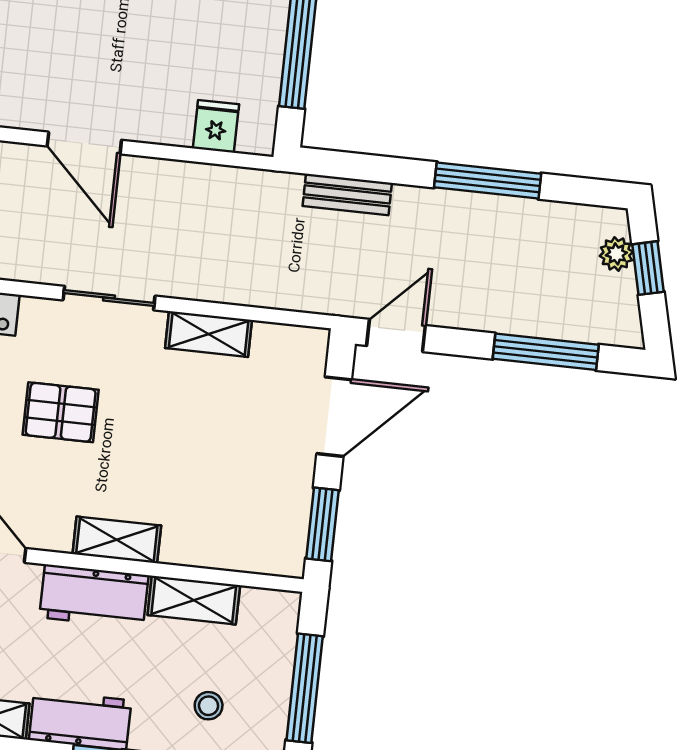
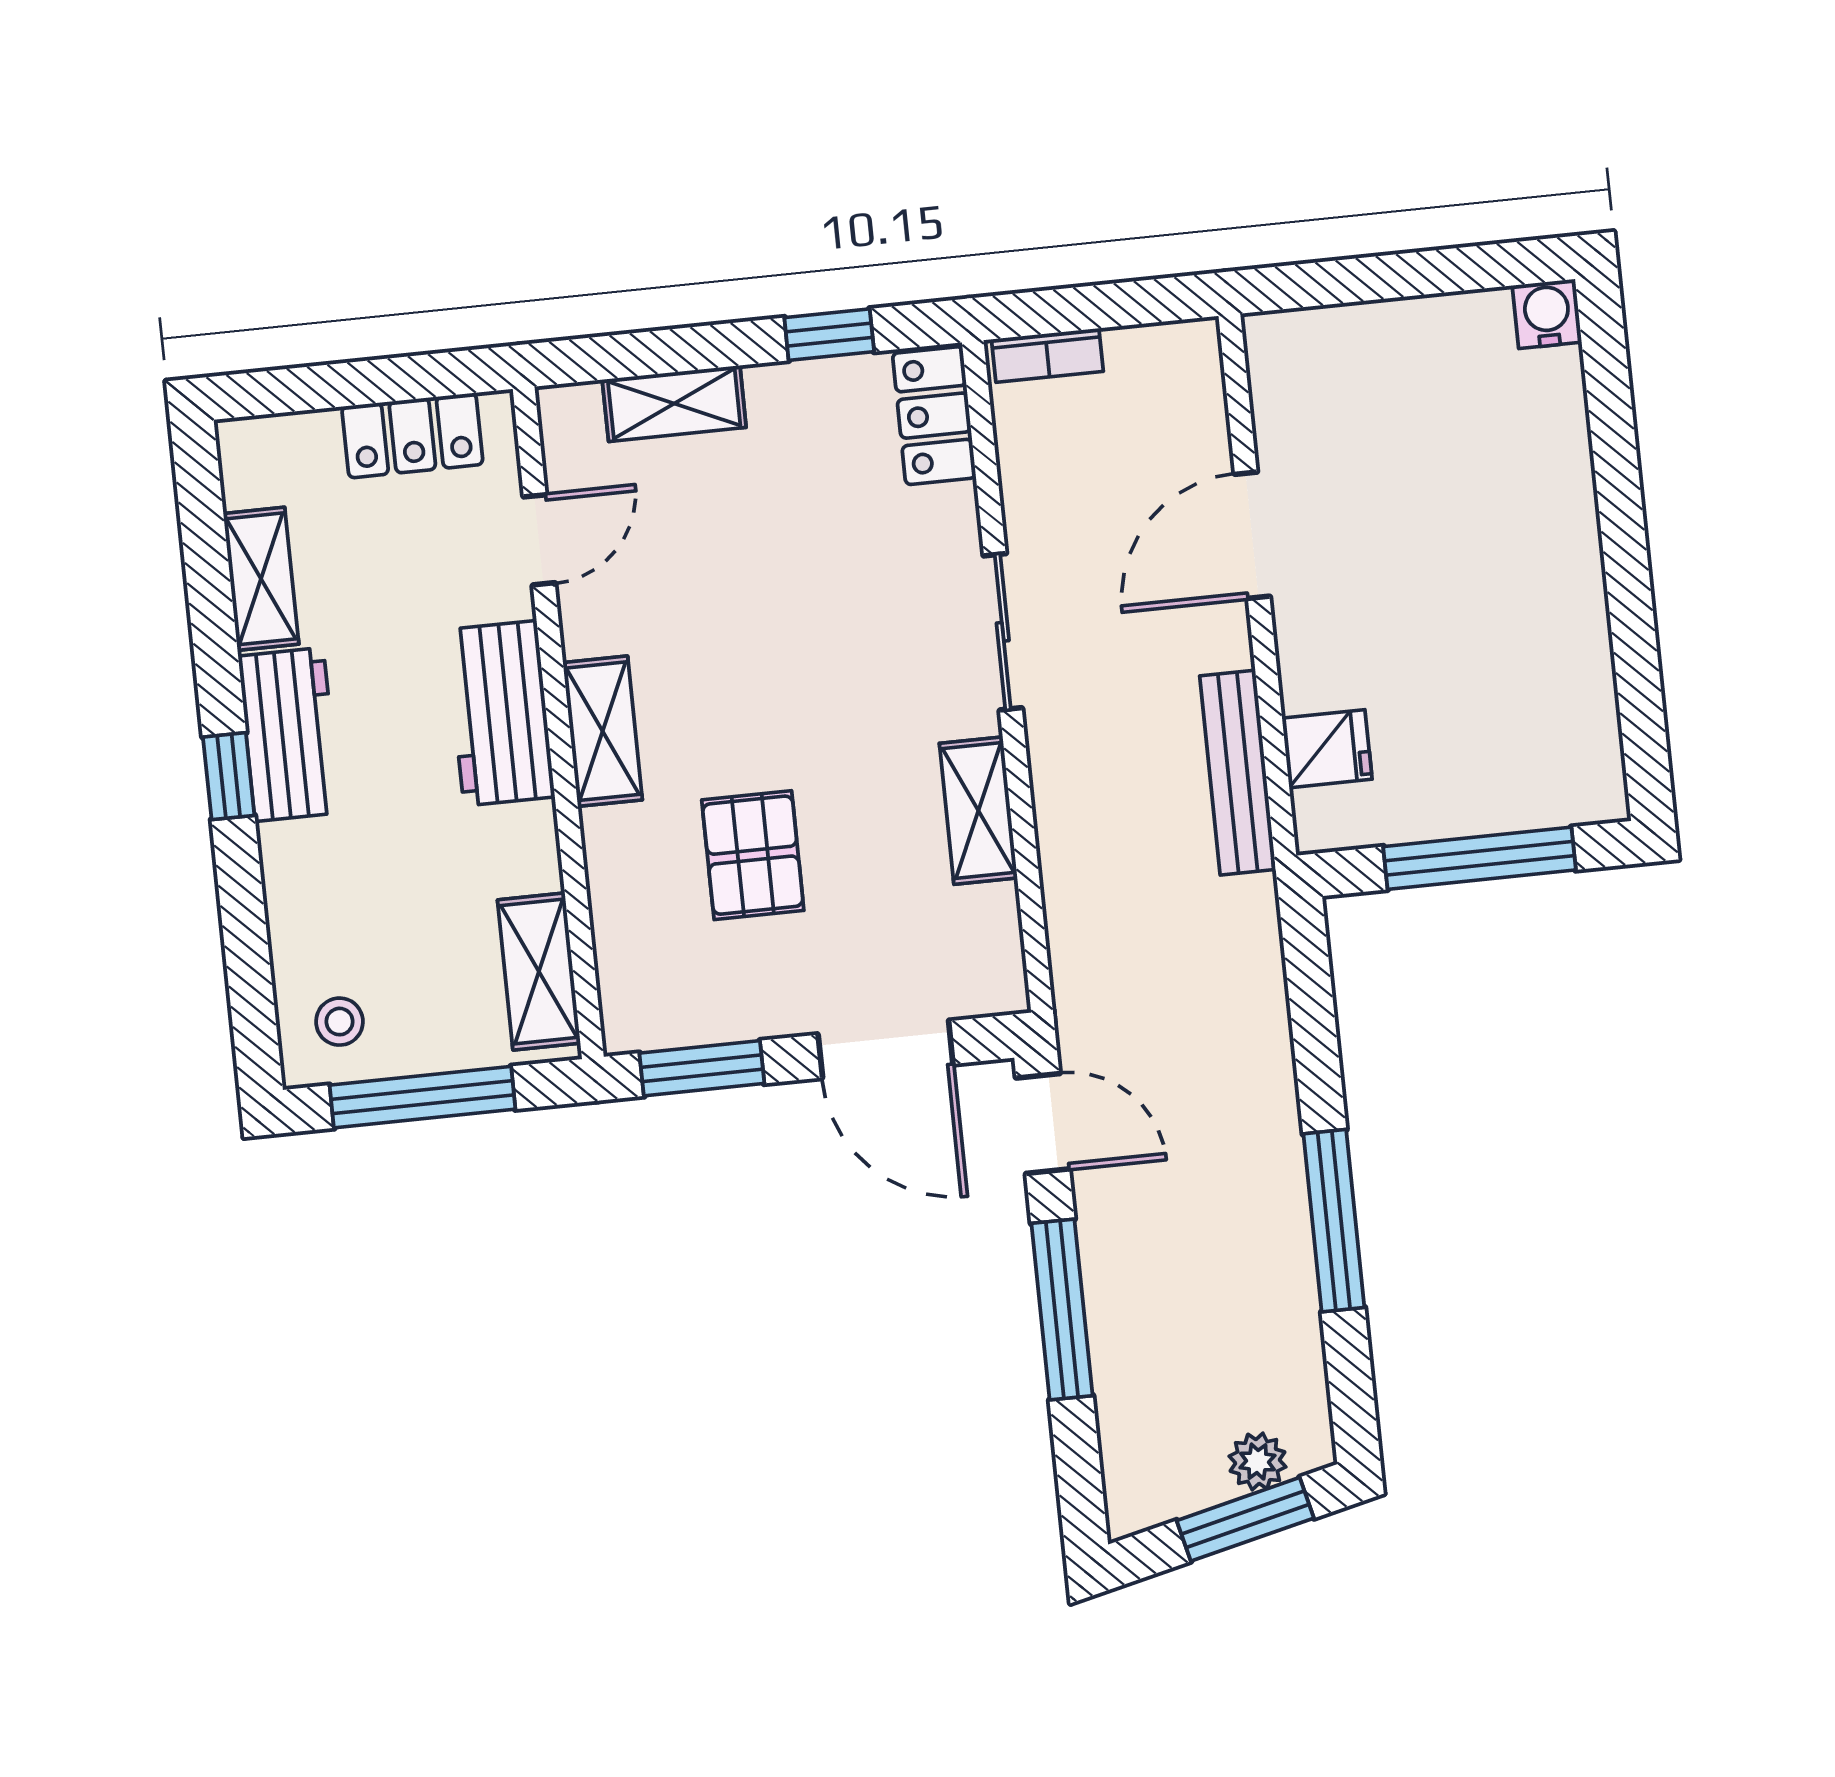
bench: (347, 194) -> (1238, 773), moved, width x1.36
window: (648, 268) -> (1245, 1519), width x1.50
window: (546, 352) -> (1062, 1310), moved
pallet: (61, 412) -> (753, 855), moved
shelving: (194, 600) -> (539, 971), moved
stool: (209, 706) -> (339, 1022), moved

